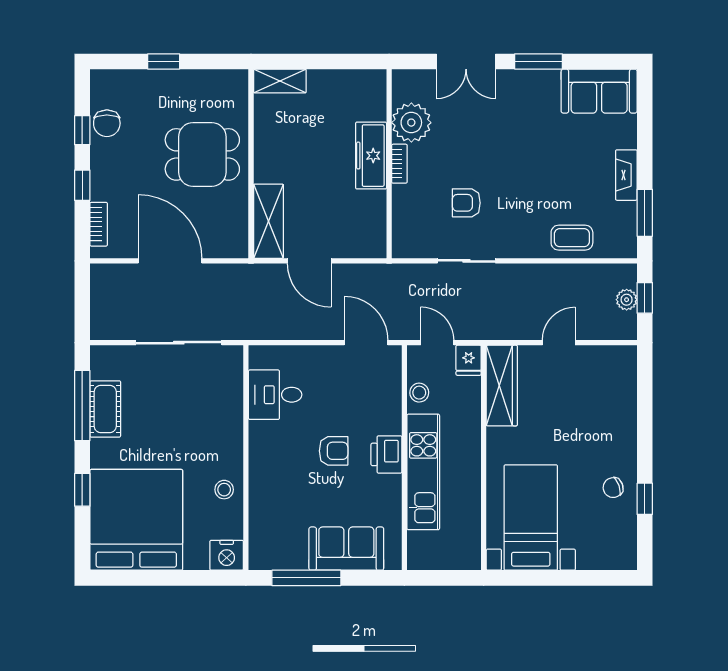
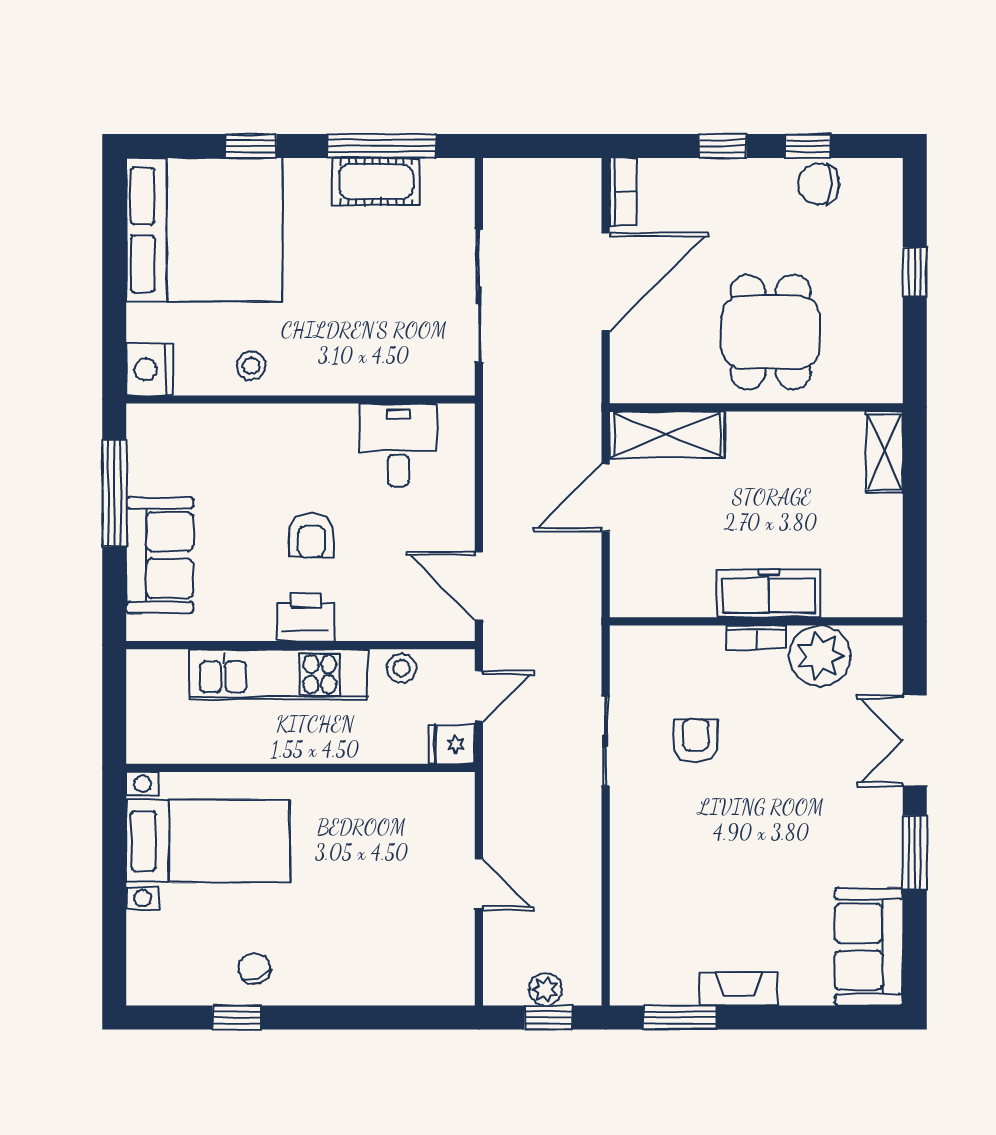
bookcase: (99, 224) -> (623, 192), moved, turned -90
coffee table: (572, 238) -> (642, 905), removed
door: (366, 343) -> (479, 586), swing flipped
wardrobe: (502, 386) -> (412, 796), removed

